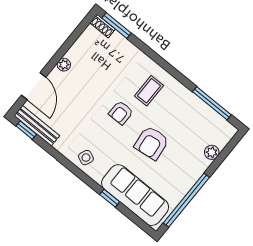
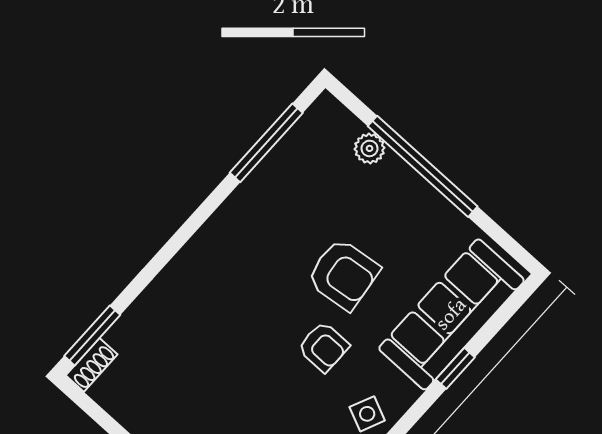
coffee table: (149, 91) -> (233, 274), removed
armchair: (121, 113) -> (323, 347), moved
window: (186, 200) -> (423, 166), moved

